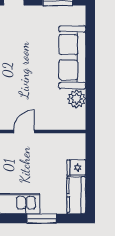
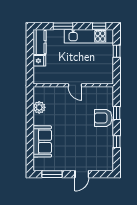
sofa: (72, 57) -> (42, 141), width x0.73
door: (24, 131) -> (75, 85), hinge flipped

